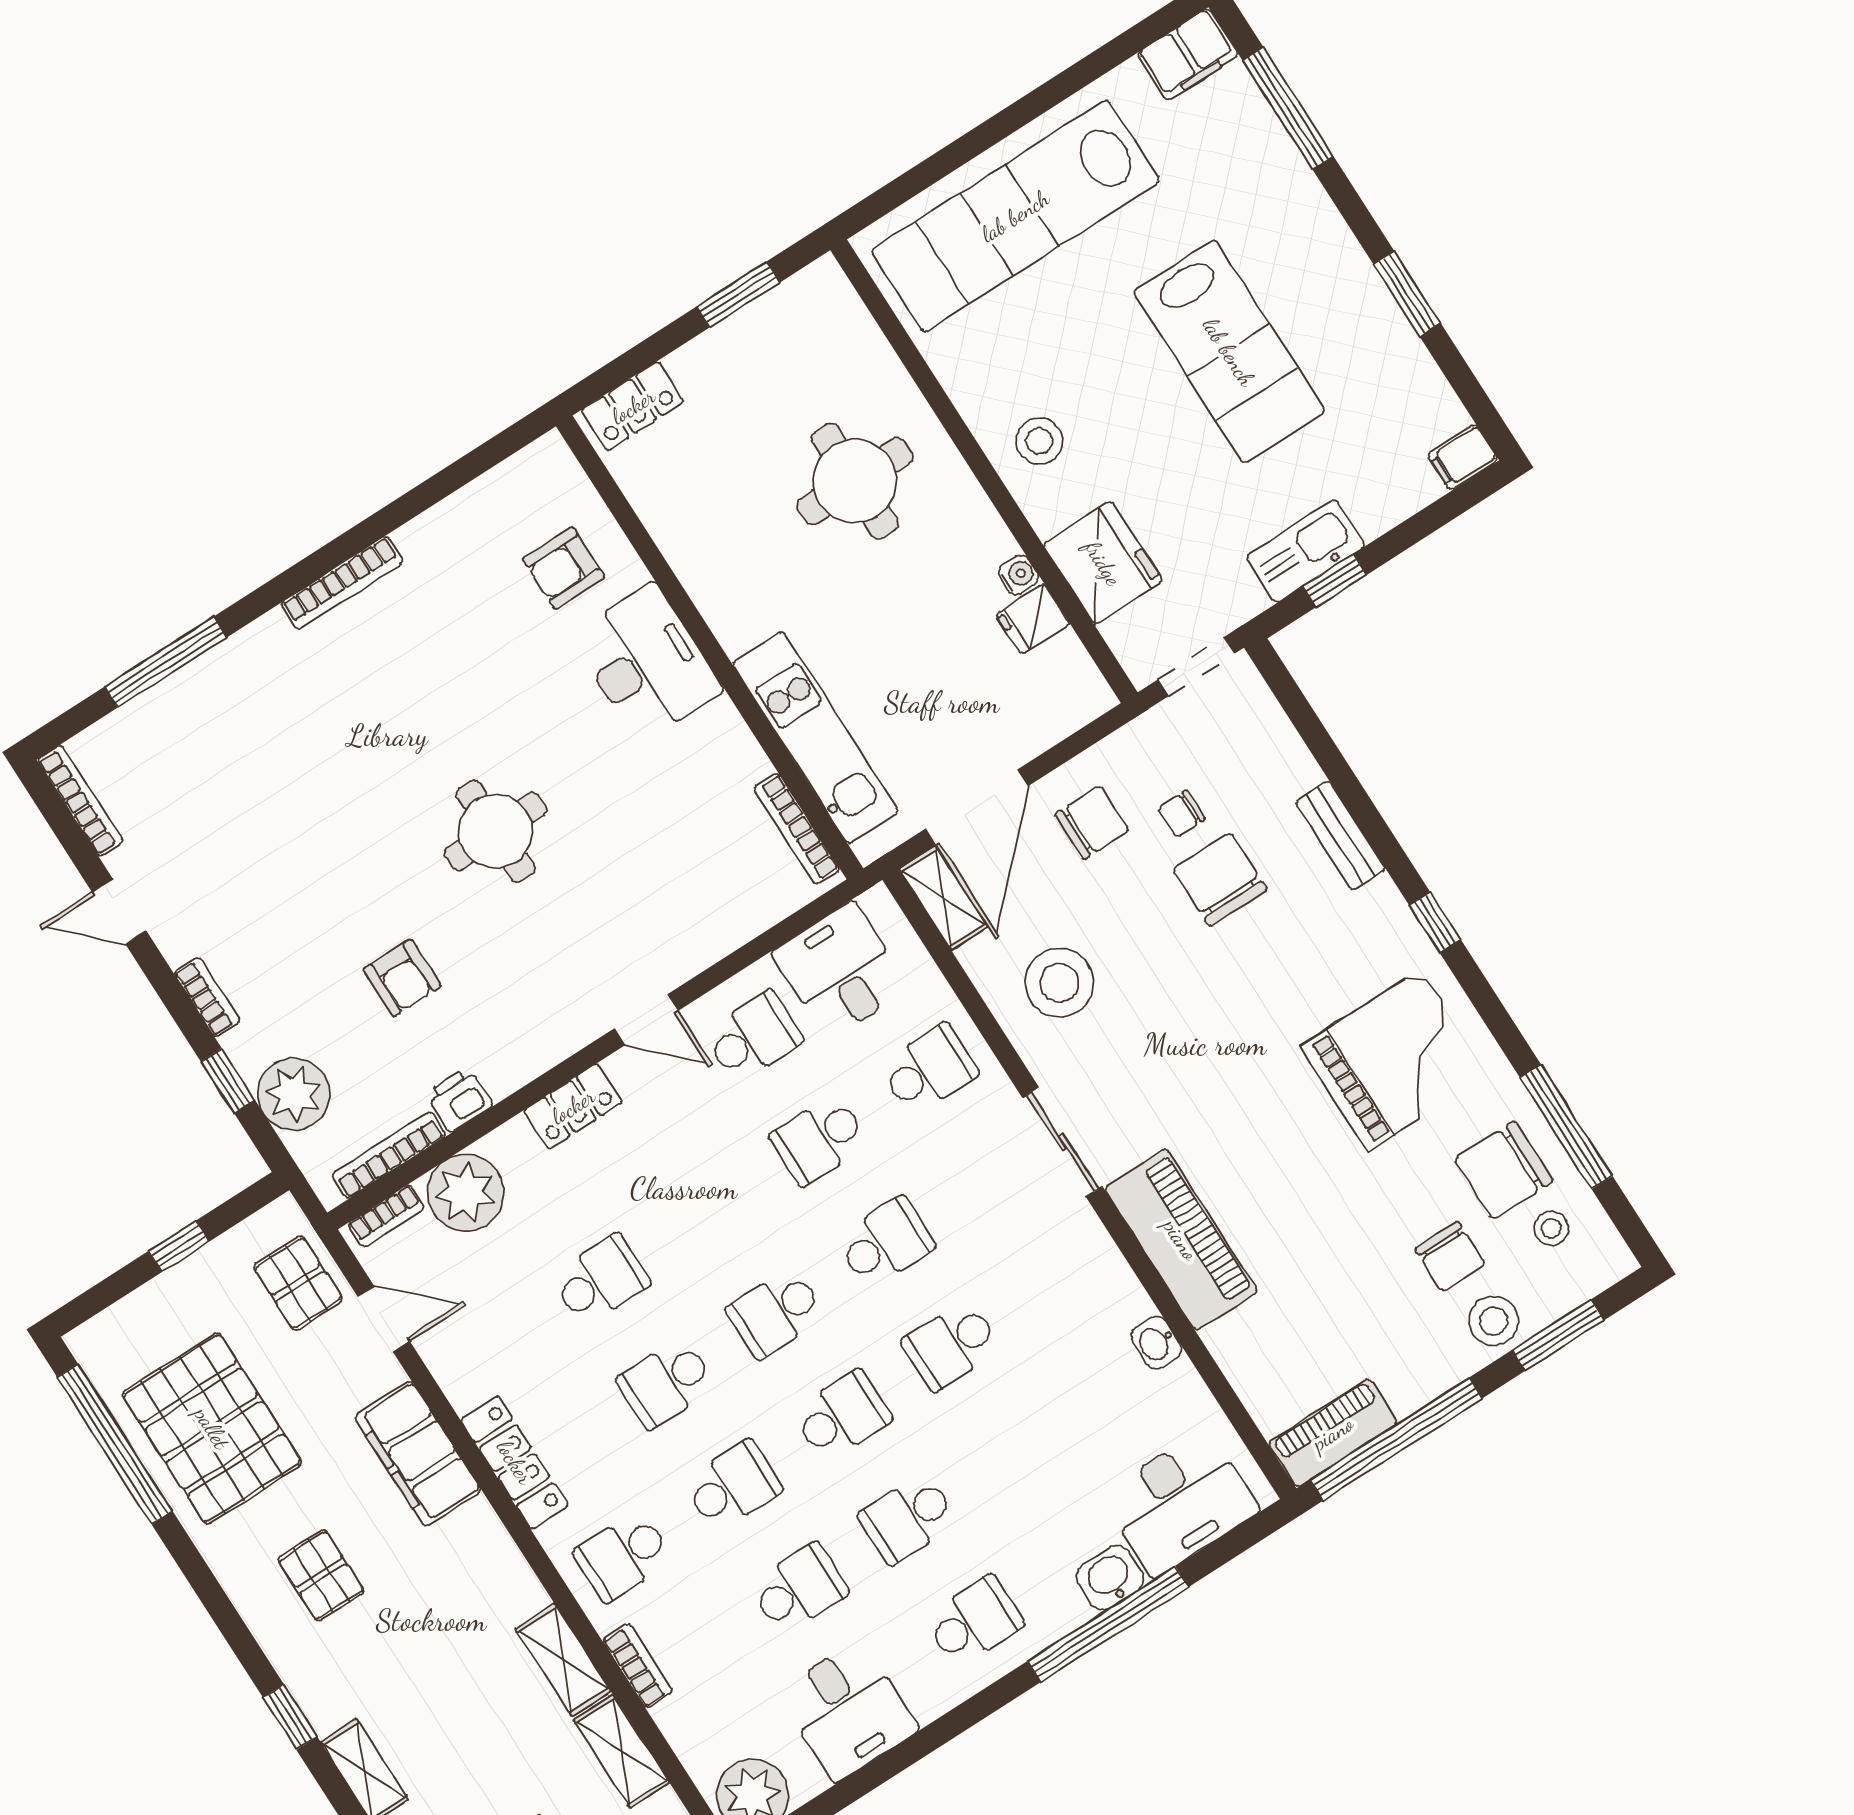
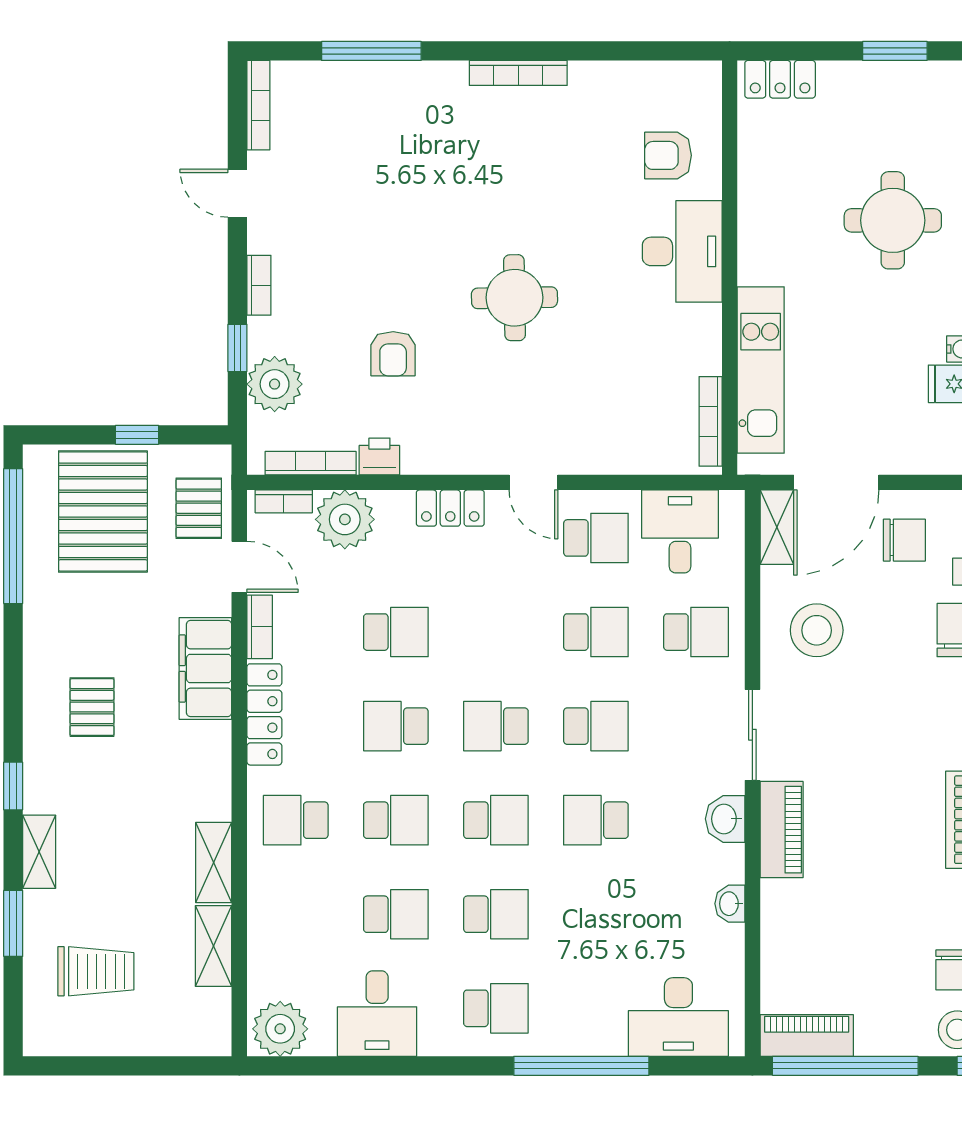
school desk: (819, 1140) -> (596, 632), turned 180
piano: (1181, 1240) -> (782, 830), width x0.73, depth x0.75
pallet: (212, 1428) -> (103, 511), moved
school desk: (908, 1518) -> (496, 914), turned 180
washbasin: (1110, 1578) -> (725, 819), moved, turned -90
bookcase: (638, 1666) -> (260, 627), moved

